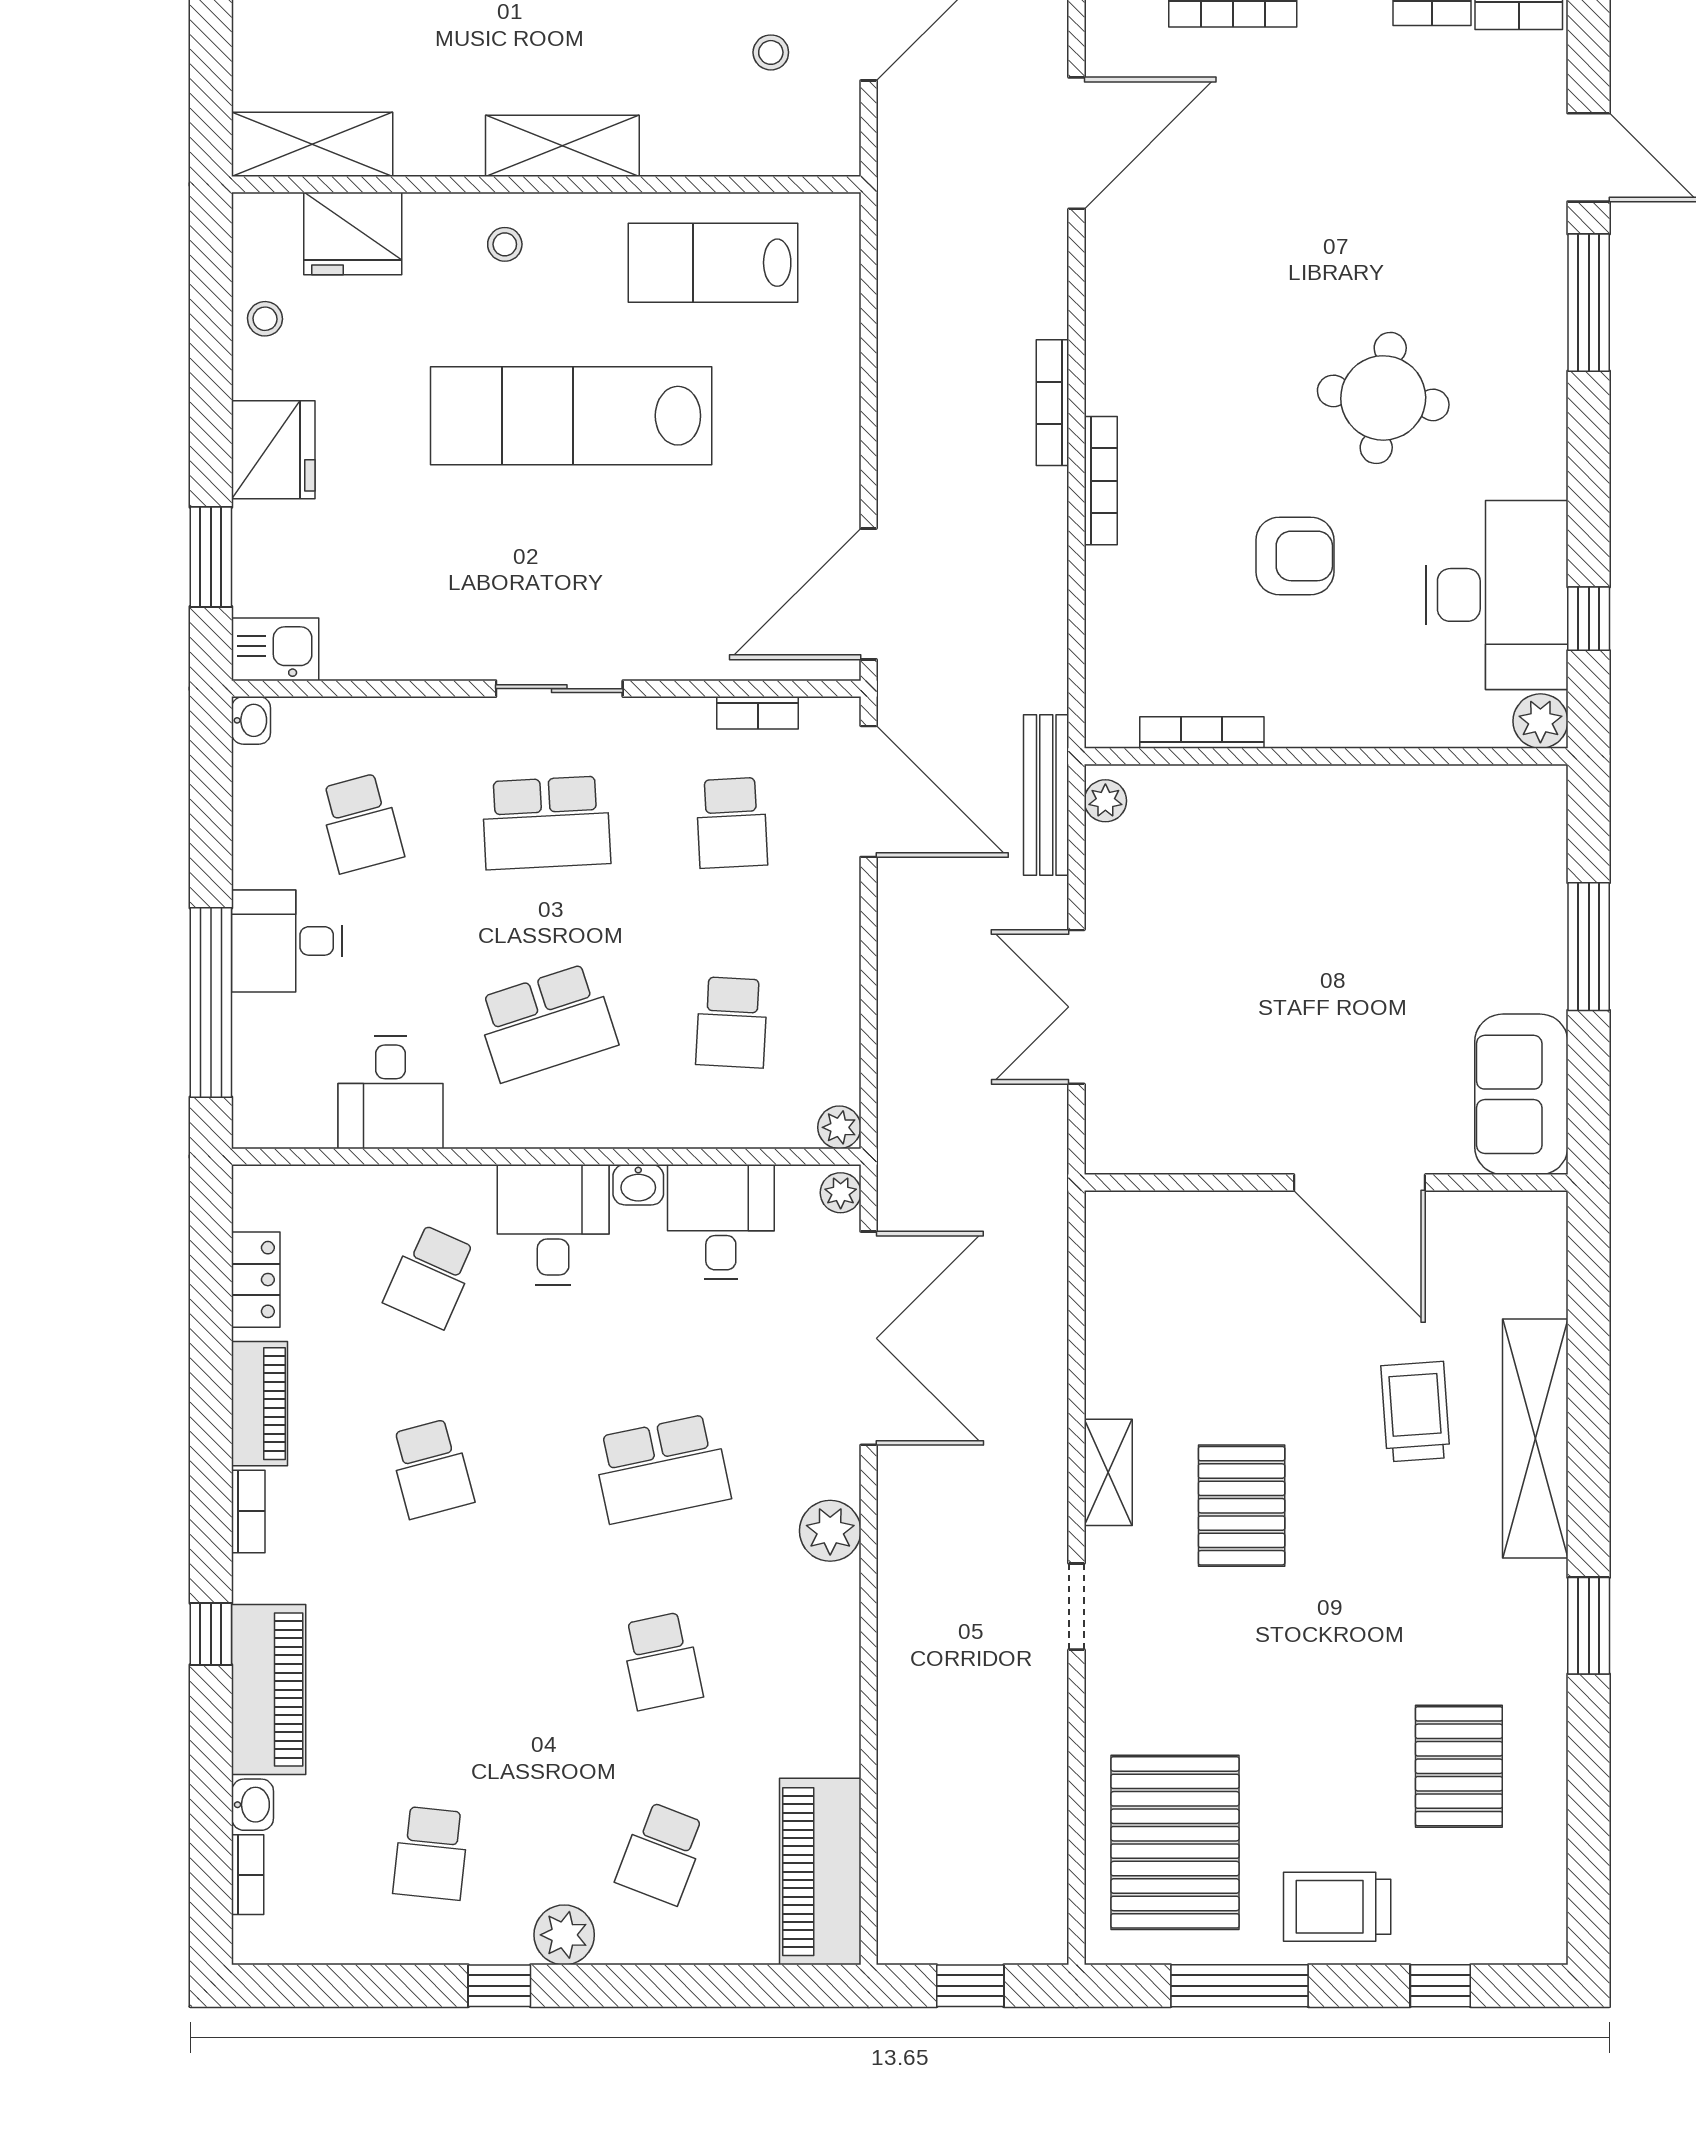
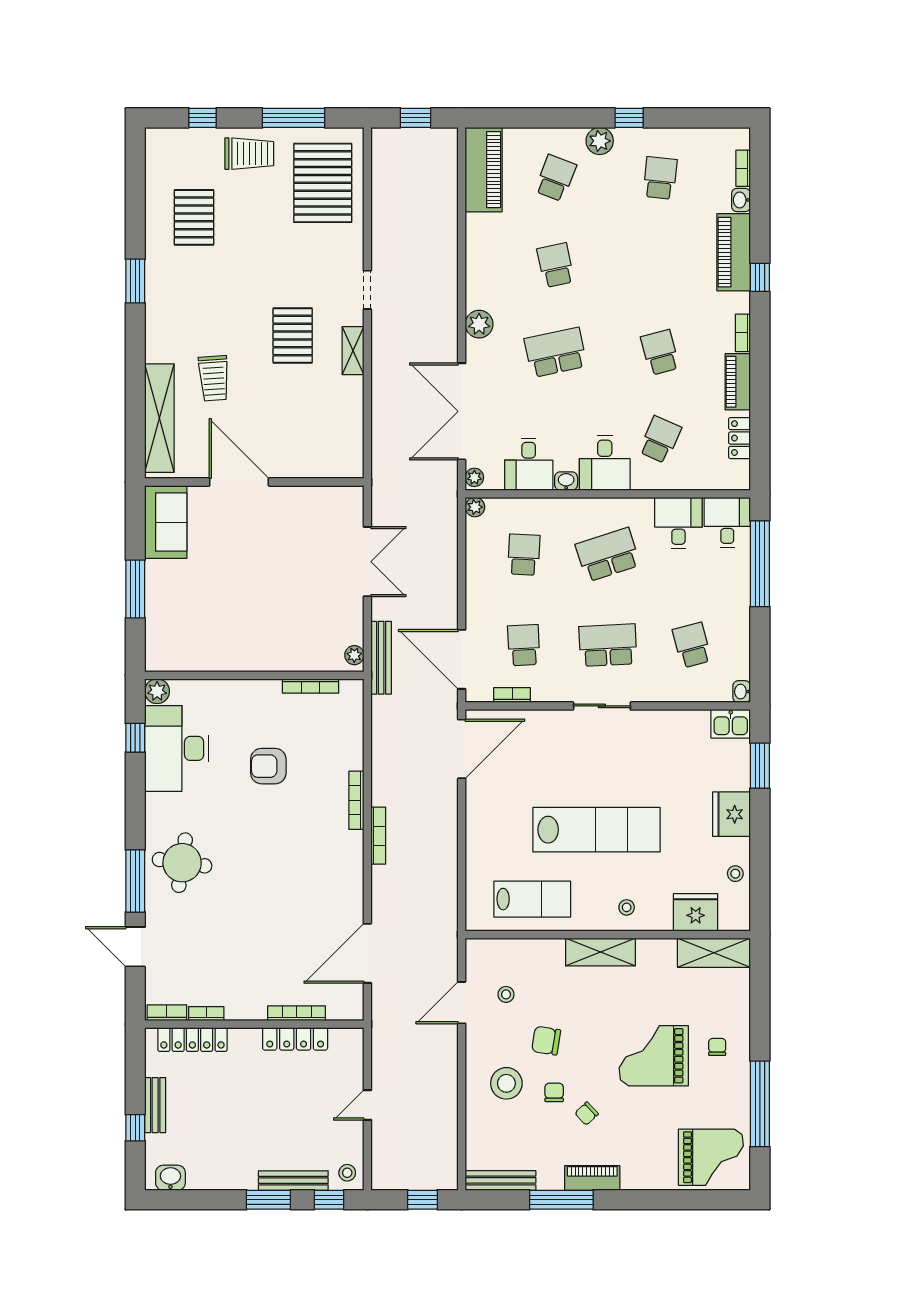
round table: (1383, 398) -> (182, 863), moved
desk: (287, 941) -> (727, 522), moved, turned -90
shelving: (1535, 1439) -> (159, 418), moved

